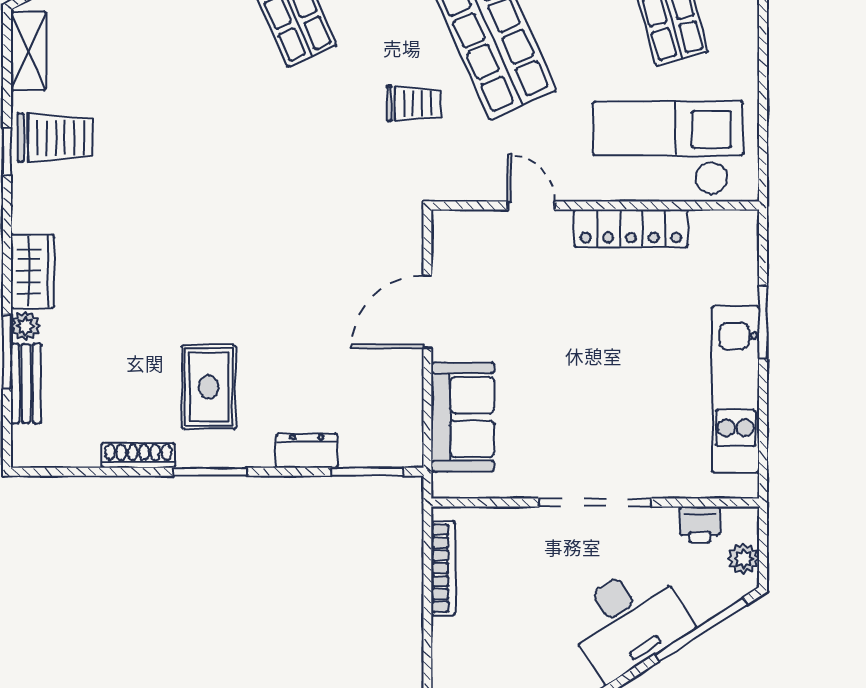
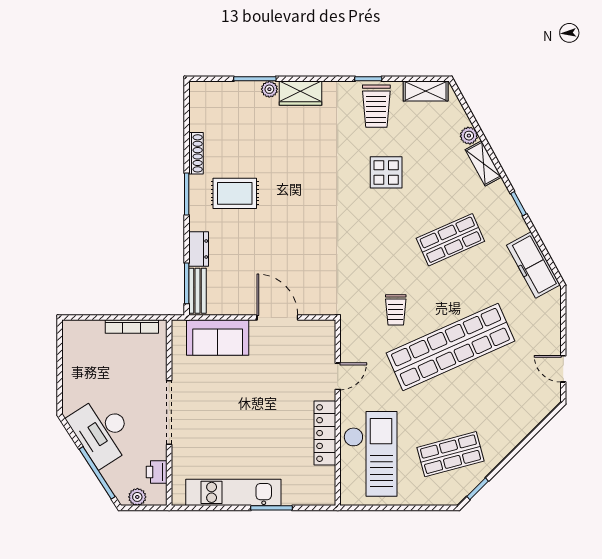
display table: (172, 120) -> (386, 172), added
bench: (26, 383) -> (197, 291), moved, turned 90

